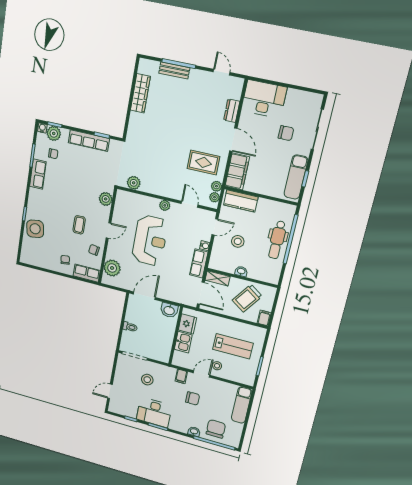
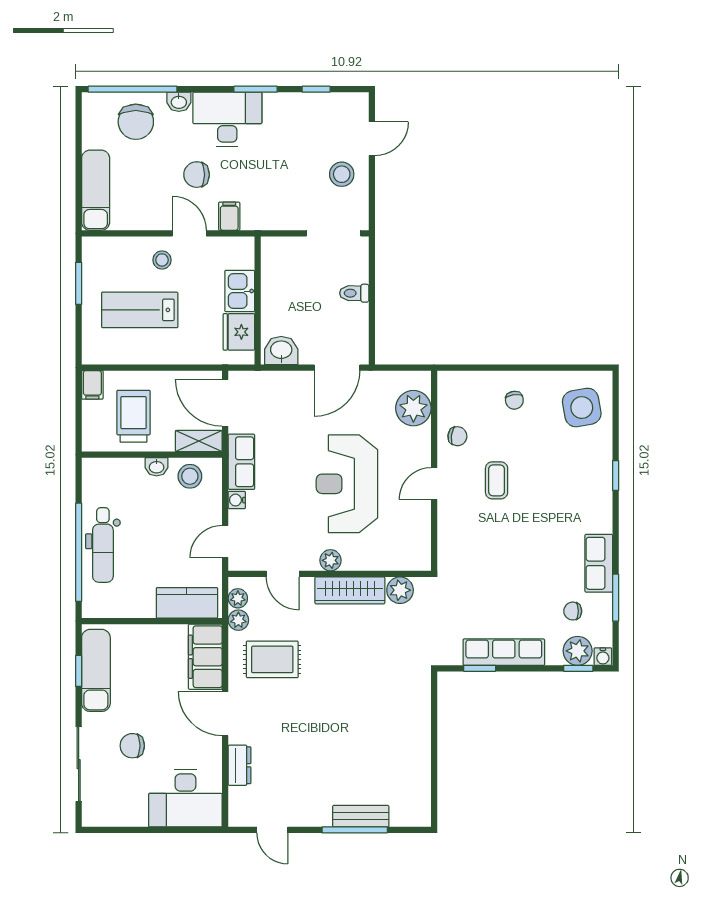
wardrobe: (140, 93) -> (350, 590), moved, turned -90
plant: (106, 199) -> (451, 546), removed
side table: (35, 229) -> (582, 408), moved
dental chair: (277, 240) -> (103, 545), turned 180
stool: (238, 241) -> (190, 476), moved
row of seats: (87, 273) -> (465, 384), removed
trolley: (247, 298) -> (134, 416), turned -35
door: (201, 374) -> (189, 233), swing flipped
stool: (147, 380) -> (342, 174), moved
desk: (154, 412) -> (227, 119), moved

